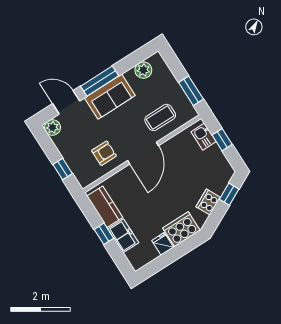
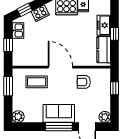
plant: (143, 70) -> (18, 117), moved
kitchen sink: (204, 137) -> (18, 30), moved
door: (143, 153) -> (60, 67), hinge flipped

